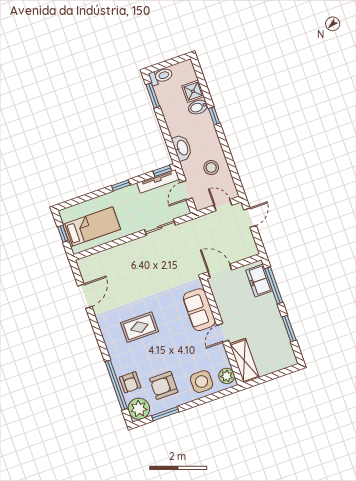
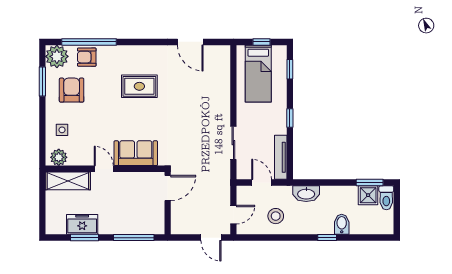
shower: (193, 91) -> (368, 195), moved
window: (162, 171) -> (290, 69), moved
freezer: (259, 281) -> (82, 224), moved
rug: (139, 327) -> (139, 86), turned 90
side table: (202, 382) -> (62, 130), width x0.54, depth x0.54

